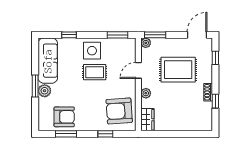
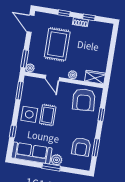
window: (215, 58) -> (64, 13), moved
armchair: (64, 117) -> (81, 147), turned 180

